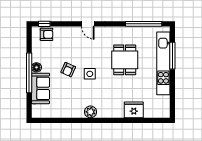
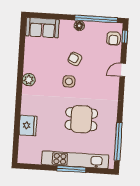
door: (88, 24) -> (123, 70), moved
window: (172, 56) -> (71, 169), moved
window: (29, 73) -> (96, 19), moved
sofa: (41, 88) -> (42, 28), moved

